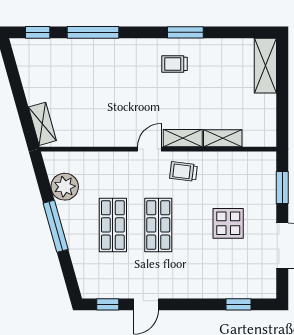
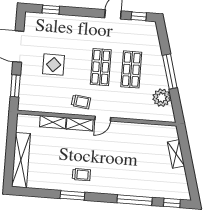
shelving: (265, 66) -> (21, 160), width x1.47
shelving: (42, 124) -> (176, 154), moved

